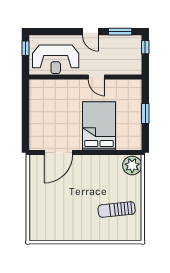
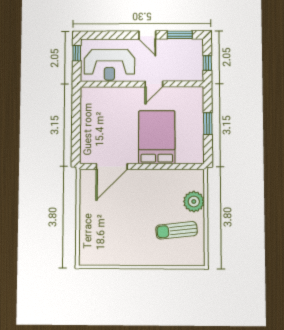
window: (145, 47) -> (207, 63), moved
door: (96, 77) -> (154, 84), hinge flipped
plant: (132, 165) -> (194, 202), moved

